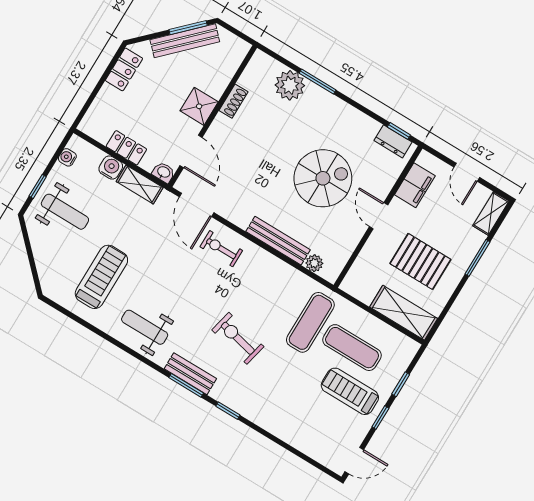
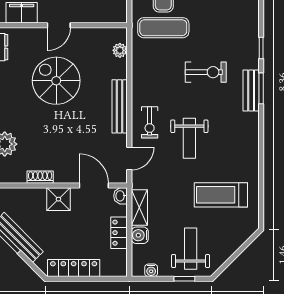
locker: (124, 69) -> (74, 268), width x1.53
door: (191, 151) -> (94, 185), hinge flipped
door: (197, 205) -> (129, 159), width x0.73
bench: (278, 241) -> (120, 106), moved
weight bench: (145, 327) -> (189, 138), moved
exercise bike: (238, 338) -> (206, 72), turned -103

